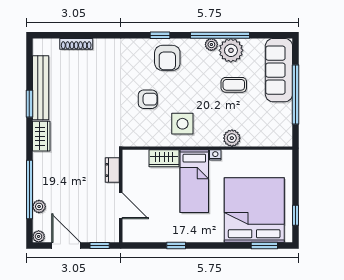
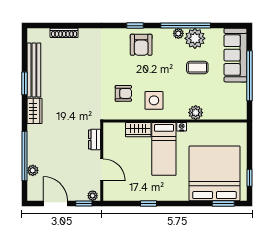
armchair: (148, 99) -> (123, 93), moved
plant: (39, 236) -> (93, 196), moved

